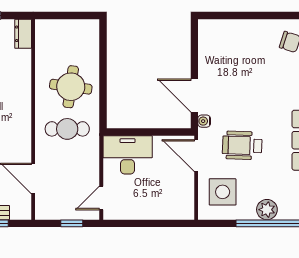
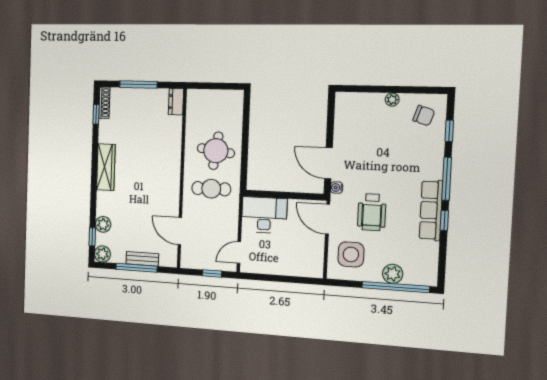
plant: (257, 26) -> (392, 100), added
wheelchair: (242, 145) -> (372, 212), turned -92

